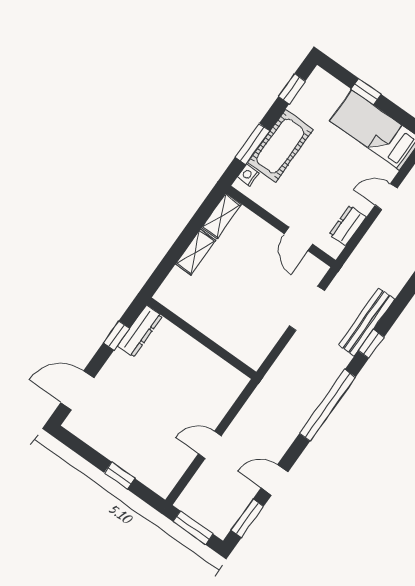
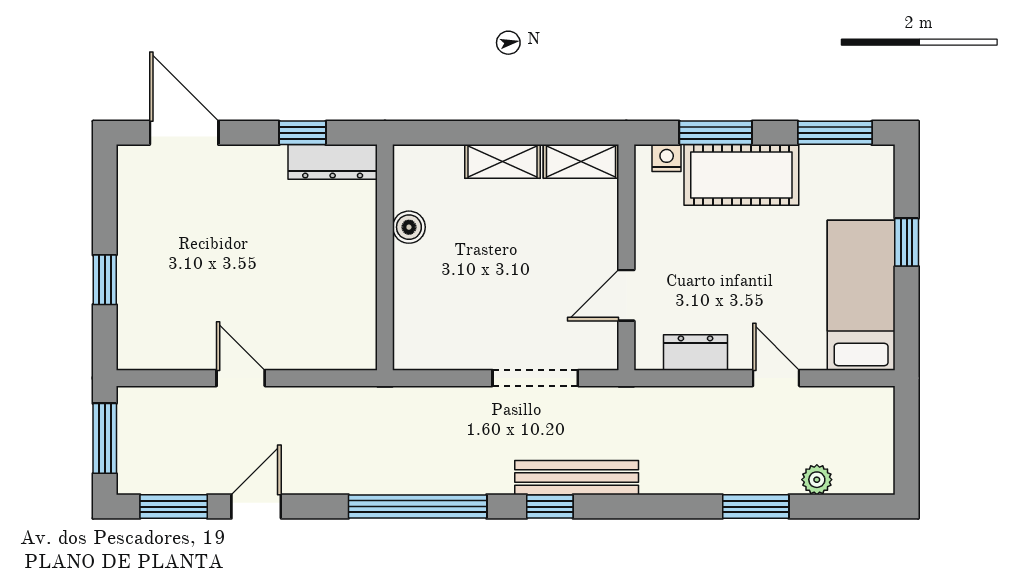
window: (292, 89) -> (835, 133), width x1.50
boiler: (195, 317) -> (409, 227), added
door: (274, 480) -> (256, 507), hinge flipped

